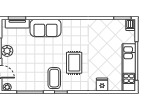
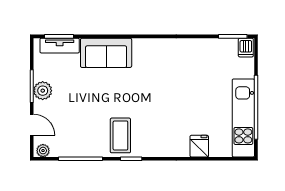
rug: (74, 63) -> (153, 110), removed

